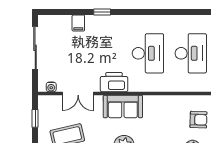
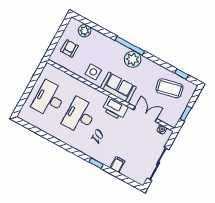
side table: (159, 108) -> (93, 72), added
armchair: (198, 120) -> (69, 48), turned 88

